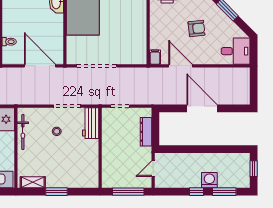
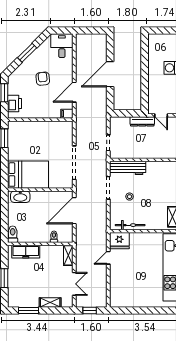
workbench: (91, 123) -> (128, 168), width x1.38
dresser: (146, 132) -> (142, 121), moved
window: (254, 169) -> (161, 31), removed

